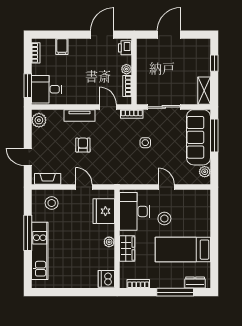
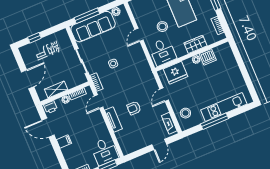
door: (169, 35) -> (28, 79), swing flipped
filing cabinet: (62, 47) -> (64, 142), moved
shelving: (204, 91) -> (56, 90), moved
plant: (39, 120) -> (129, 148), removed
desk: (135, 211) -> (163, 52), width x0.73
dishwasher: (106, 279) -> (208, 57), moved

